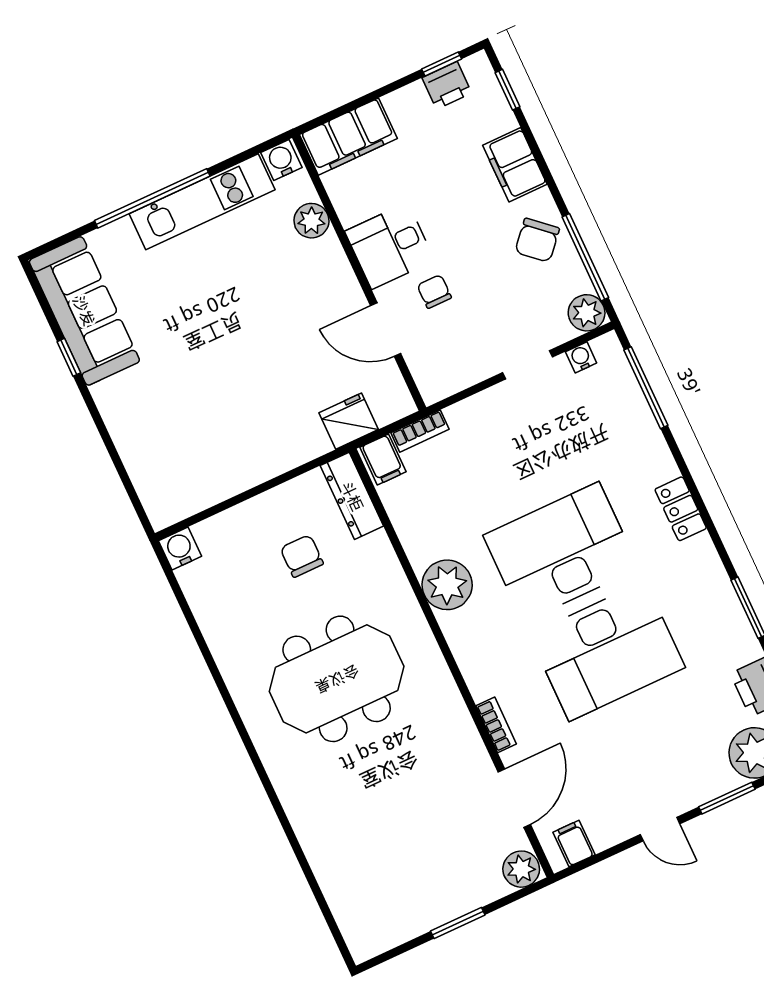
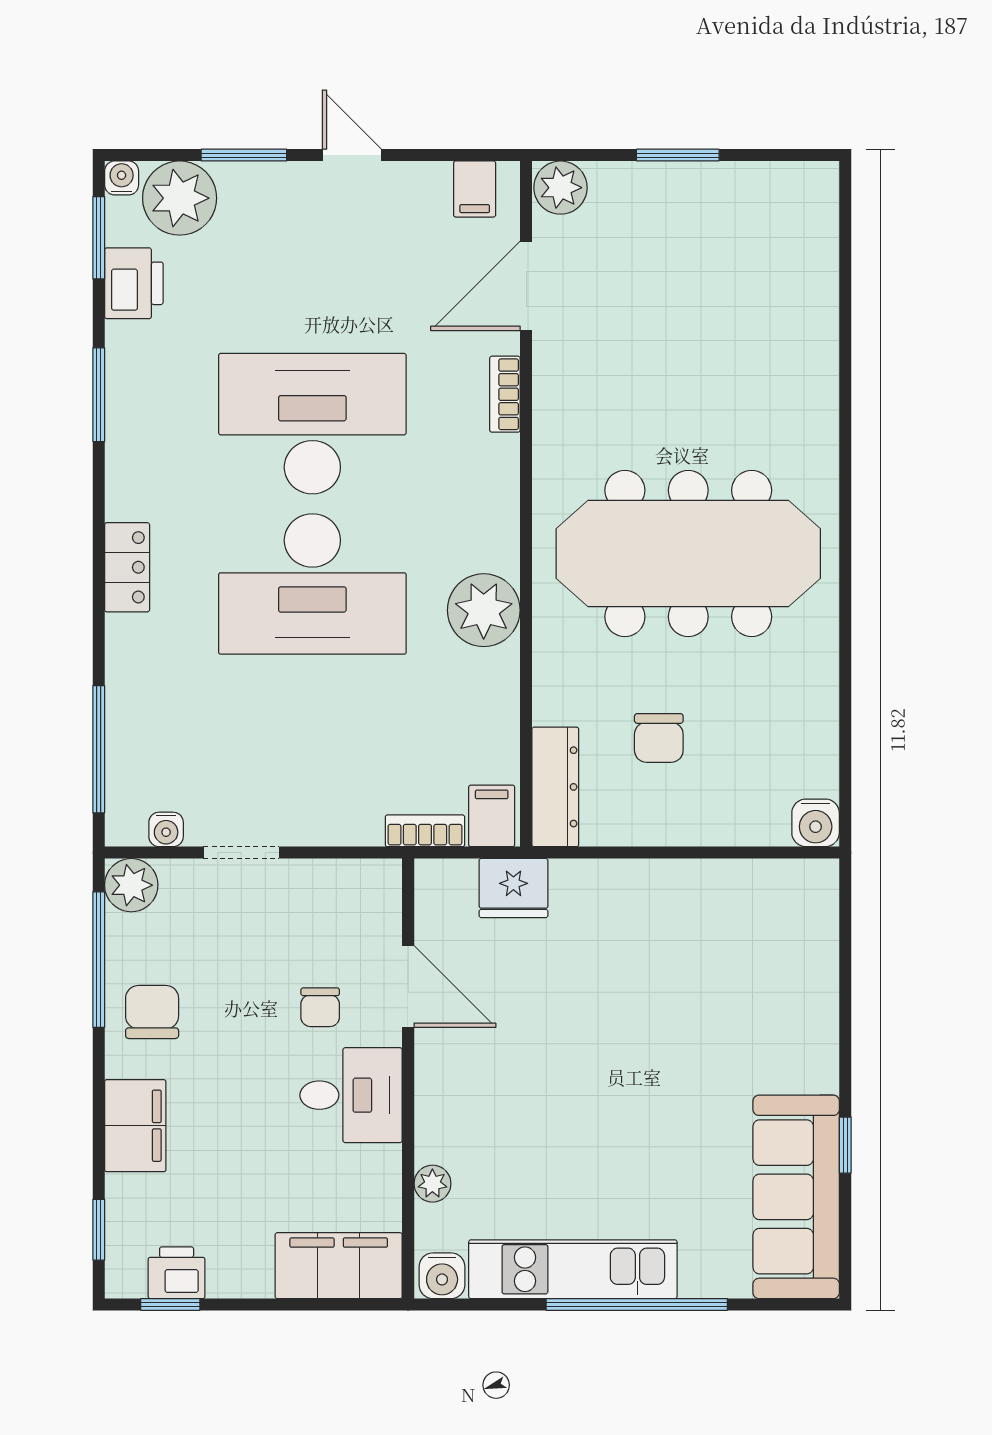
plant: (311, 221) -> (432, 1184), width x0.73, depth x0.73
chair: (537, 240) -> (152, 1012), turned -42
meeting table: (337, 679) -> (688, 554), width x1.36

